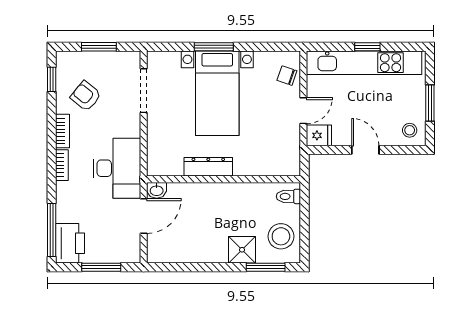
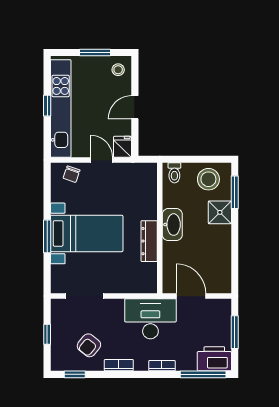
window: (99, 47) -> (47, 334), width x0.67
bookcase: (62, 165) -> (162, 366), moved
washbasin: (157, 190) -> (172, 225), moved, width x1.91, depth x1.45

